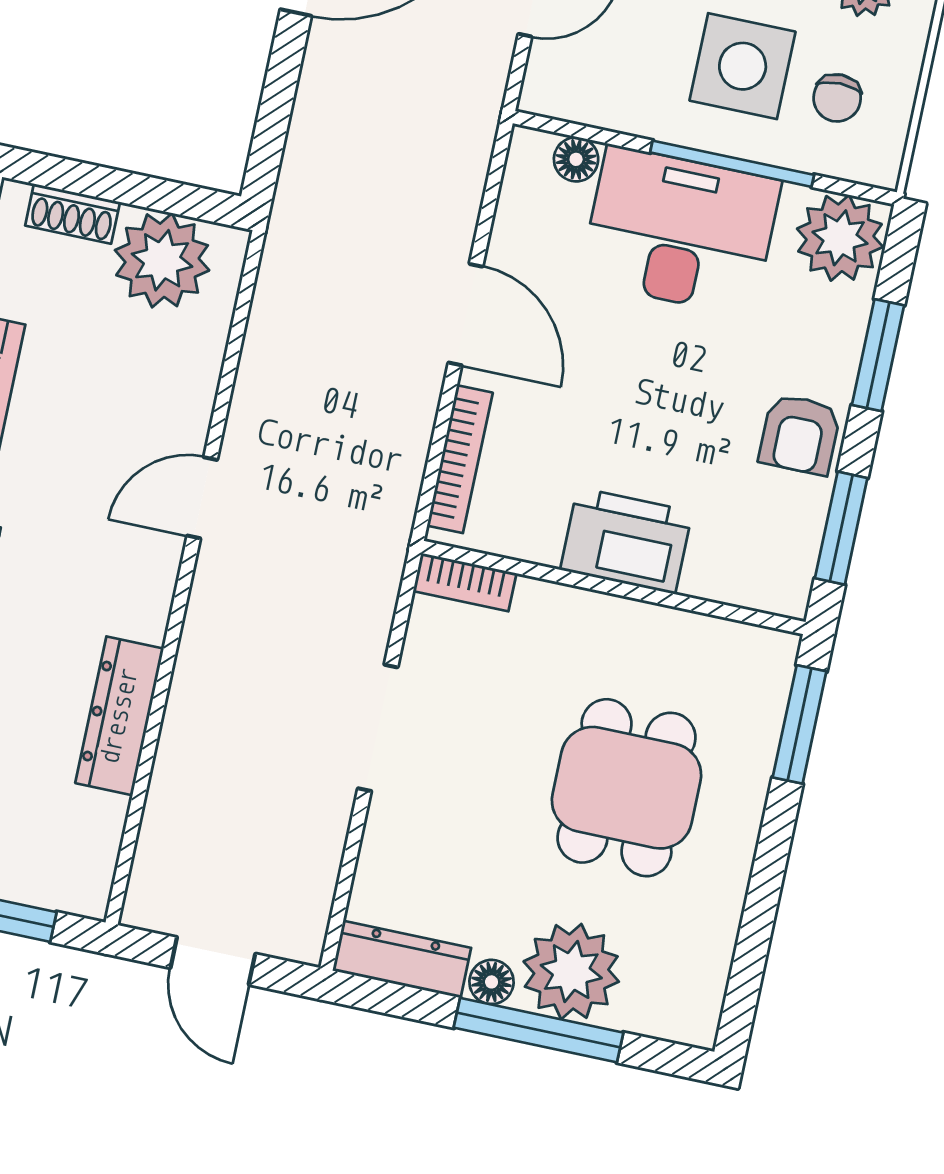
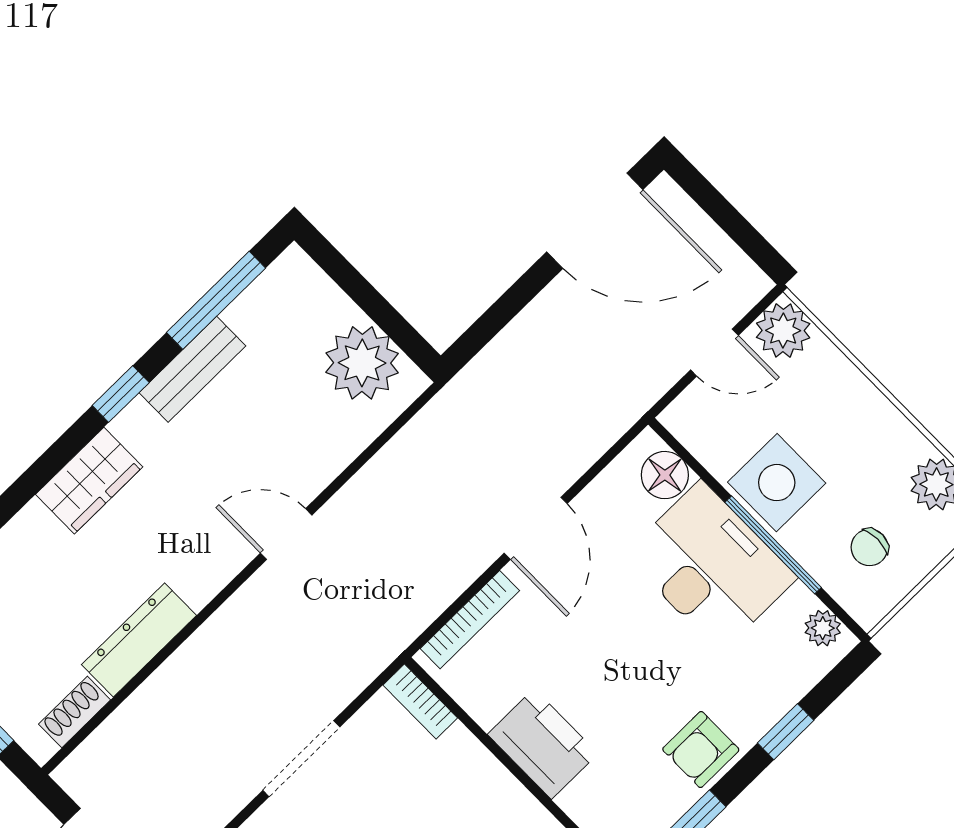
side table: (743, 66) -> (777, 483), moved
floor lamp: (576, 159) -> (665, 475), width x1.37, depth x1.37
shoe rack: (73, 214) -> (75, 712), moved, turned 90
plant: (840, 238) -> (823, 628), width x0.53, depth x0.53
window: (878, 355) -> (786, 732), width x0.67

